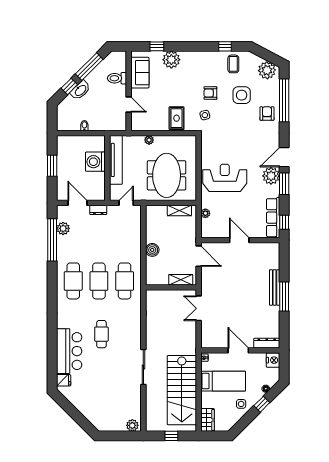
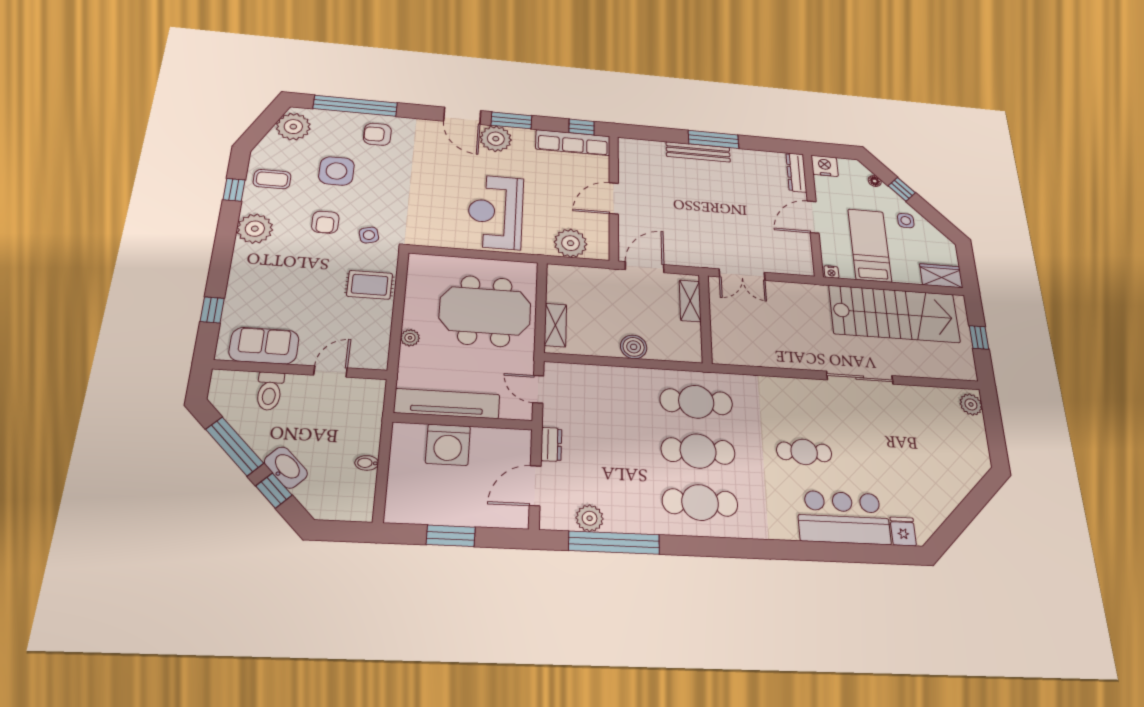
plant: (171, 60) -> (255, 229), moved
shelving: (179, 211) -> (555, 325), moved
plant: (205, 213) -> (571, 243), width x1.88, depth x1.88

